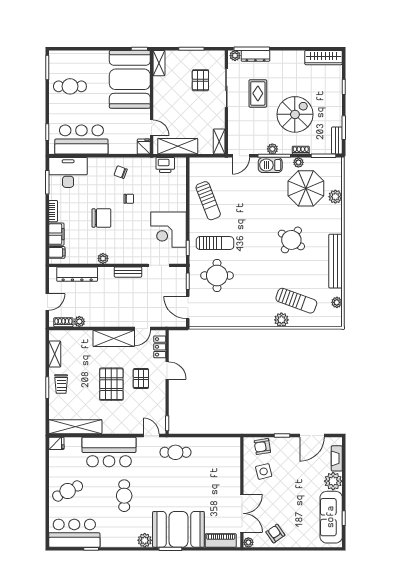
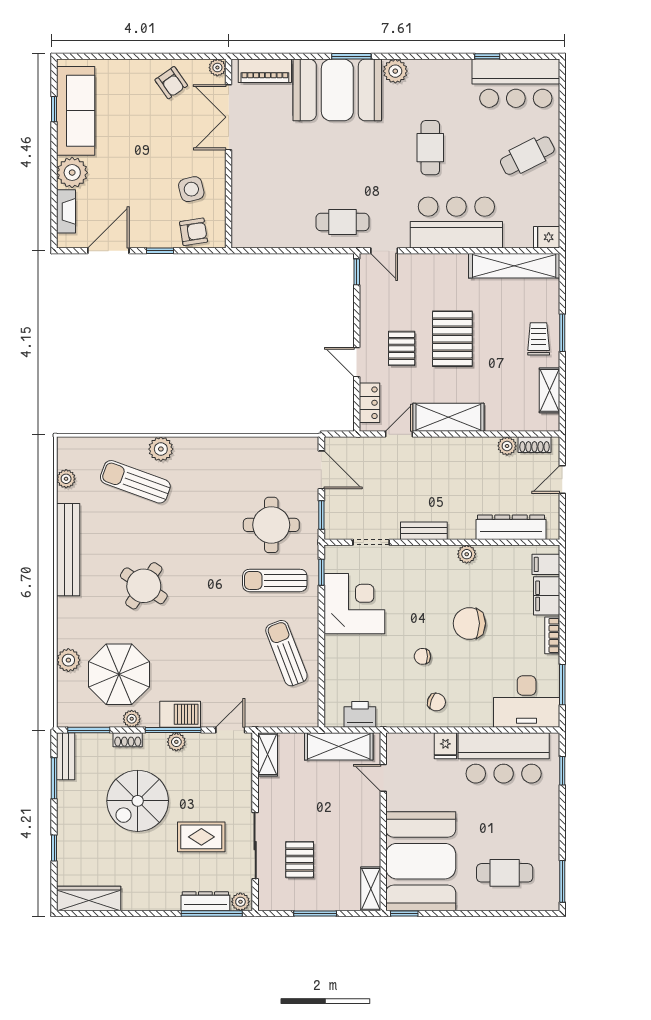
cafe table: (70, 86) -> (505, 873), moved
rug: (258, 93) -> (201, 837), turned 90
fridge: (144, 147) -> (445, 746), moved

